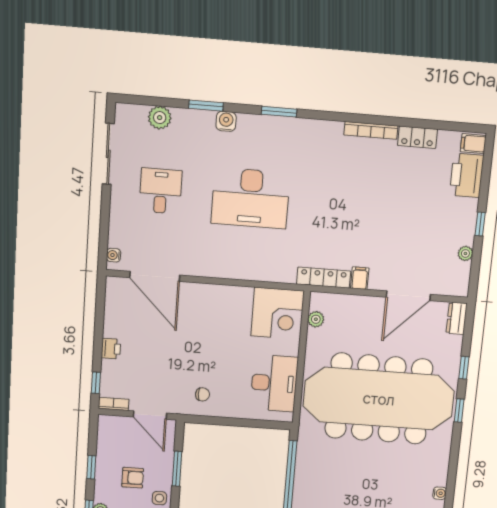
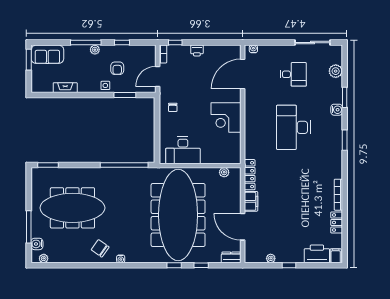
filing cabinet: (360, 278) -> (251, 201), width x2.00
corner desk: (277, 313) -> (226, 118), moved

